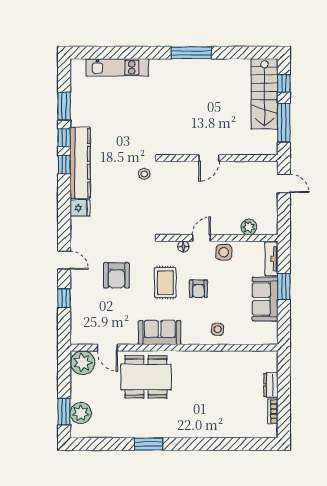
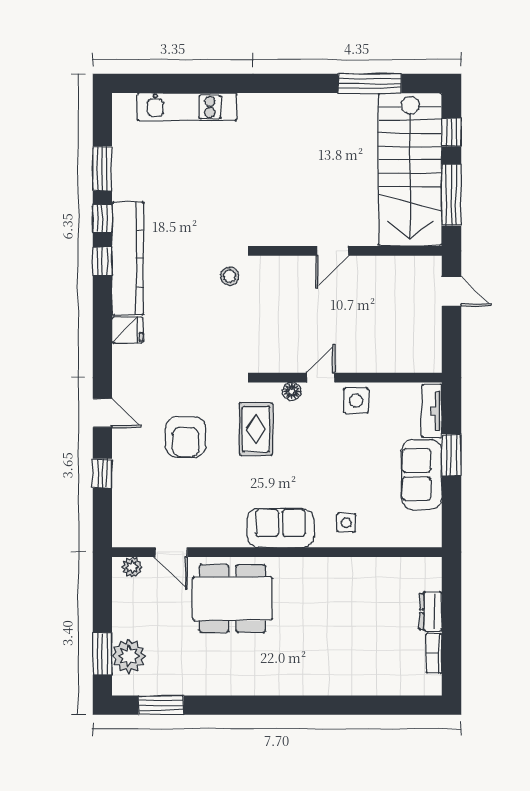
window: (191, 53) -> (370, 83), moved
stairs: (265, 94) -> (410, 169), width x1.36, depth x1.51
plant: (249, 227) -> (396, 360), removed
rug: (165, 283) -> (256, 429), moved
armchair: (198, 289) -> (316, 458), removed
sofa: (160, 332) -> (280, 528), moved
plant: (83, 363) -> (132, 567), width x0.53, depth x0.53
window: (149, 444) -> (161, 705), moved

